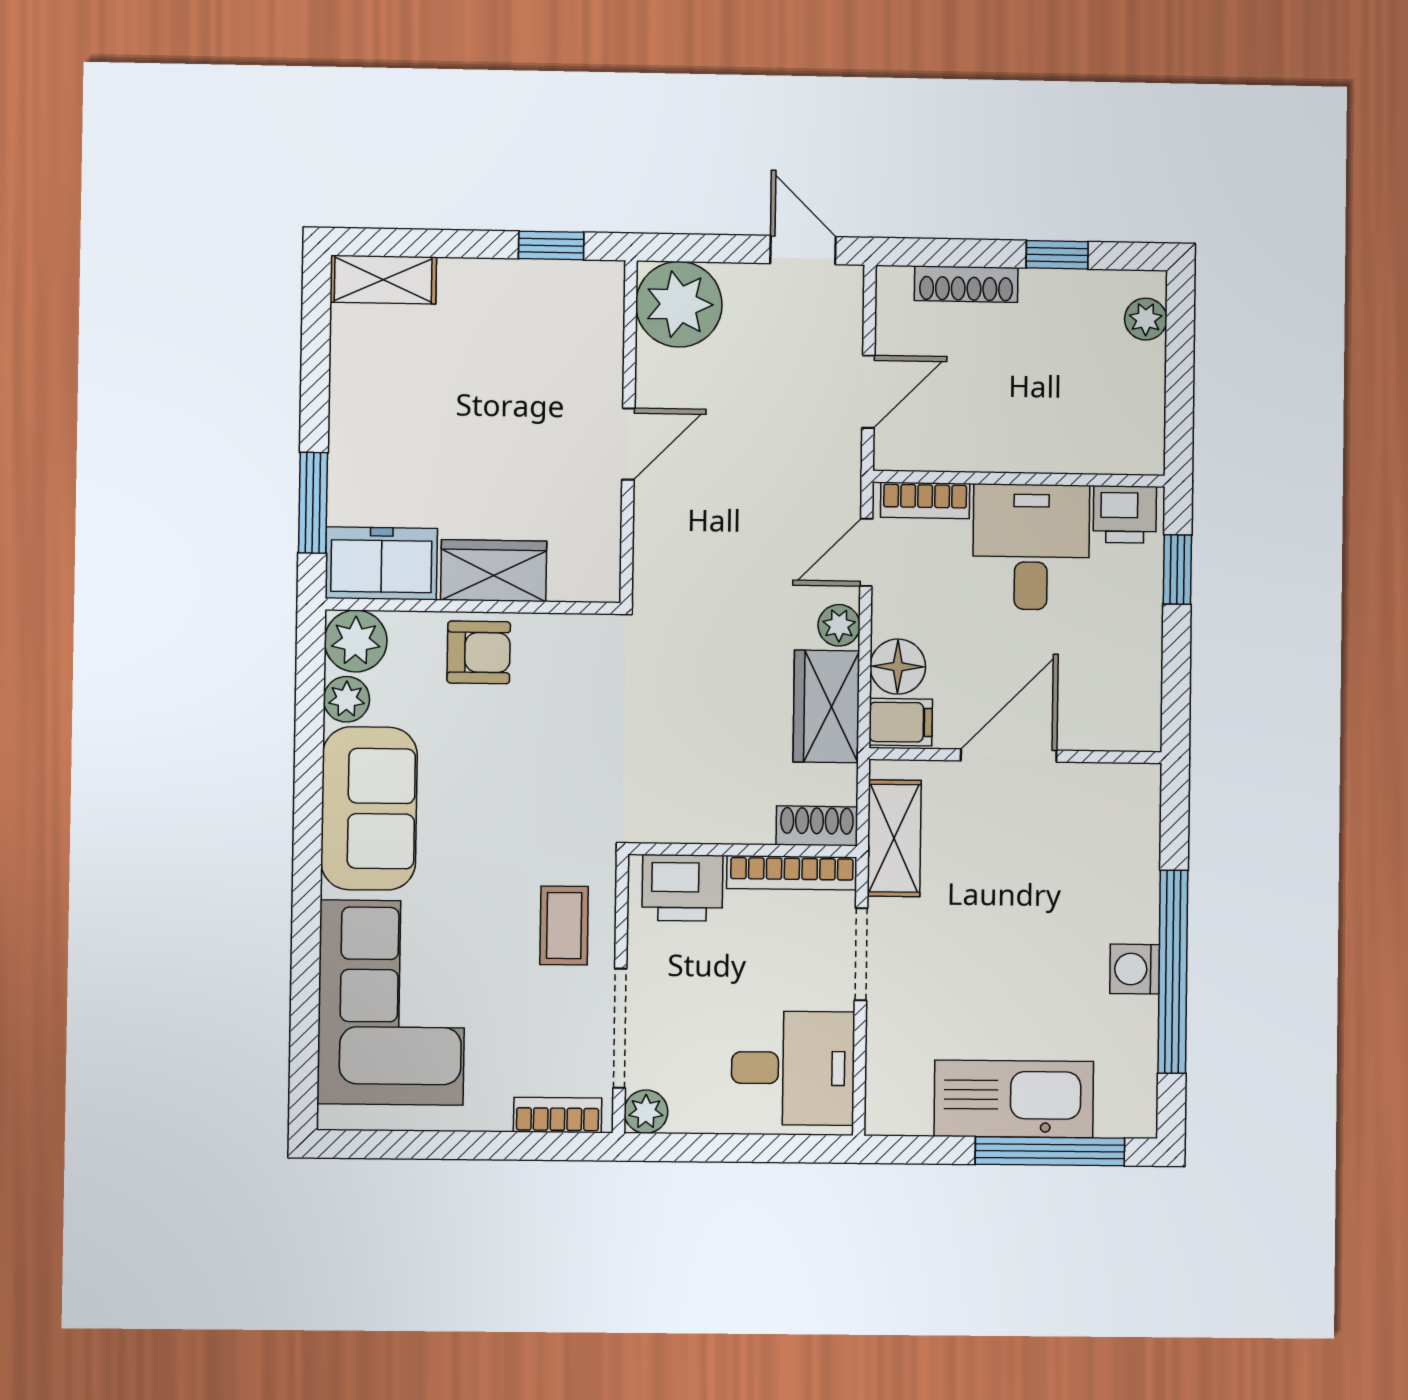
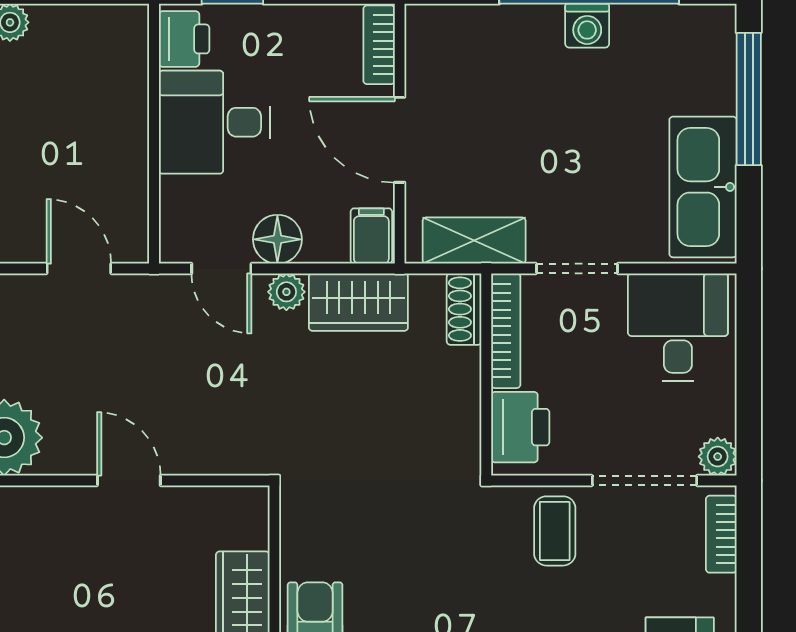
bookcase: (925, 500) -> (379, 45), moved, turned 180
floor lamp: (898, 667) -> (277, 239), moved
coffee table: (564, 926) -> (555, 531), turned 90
kitchen sink: (1014, 1099) -> (703, 187), moved

